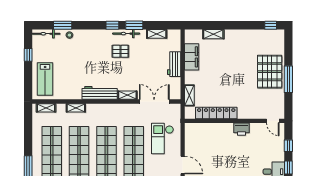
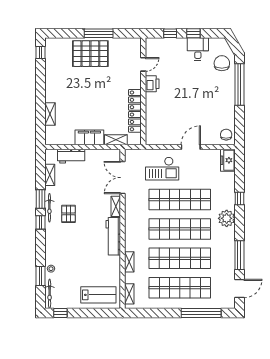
window: (28, 55) -> (60, 313), moved
filing cabinet: (192, 57) -> (89, 137), moved
workbench: (174, 64) -> (71, 156), moved
door: (273, 121) -> (143, 64), moved

